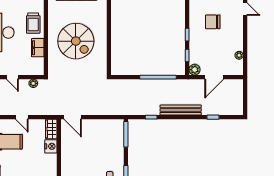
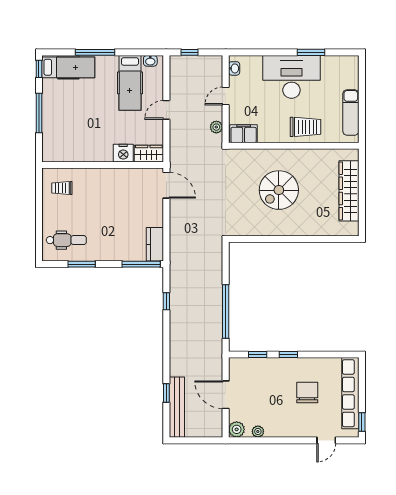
trolley: (33, 23) -> (306, 127), turned 180
spiral stairs: (76, 41) -> (279, 190), width x0.73, depth x0.73
filing cabinet: (38, 48) -> (244, 134), moved
plant: (195, 70) -> (237, 429), moved
bench: (181, 110) -> (177, 407), moved
door: (73, 117) -> (166, 185), swing flipped
kitchen counter: (112, 125) -> (155, 244), added

